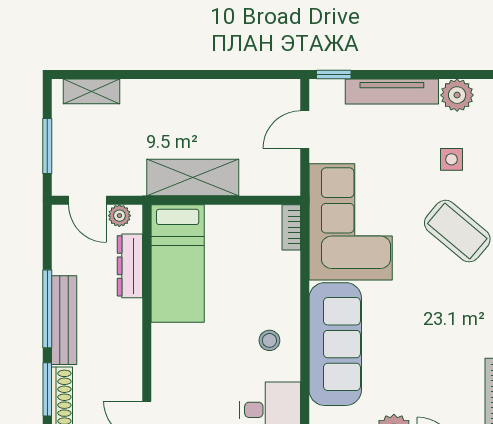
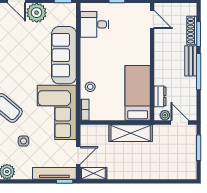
shelving: (91, 91) -> (93, 173), moved
tv unit: (392, 91) -> (54, 173), moved
side table: (452, 159) -> (24, 141), moved
dresser: (130, 266) -> (160, 96), width x0.70
bench: (64, 320) -> (191, 61), width x0.73
stool: (269, 340) -> (90, 87), moved

